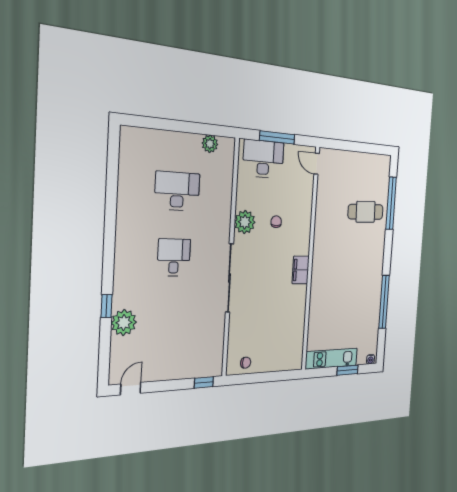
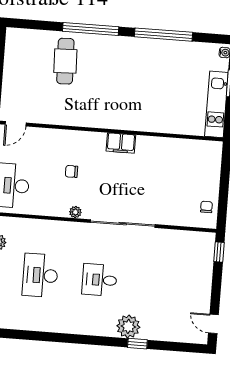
window: (391, 203) -> (91, 29), moved
plant: (245, 222) -> (75, 212), width x0.53, depth x0.53
plant: (124, 323) -> (128, 326), moved

